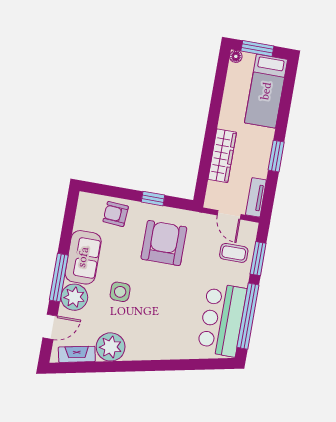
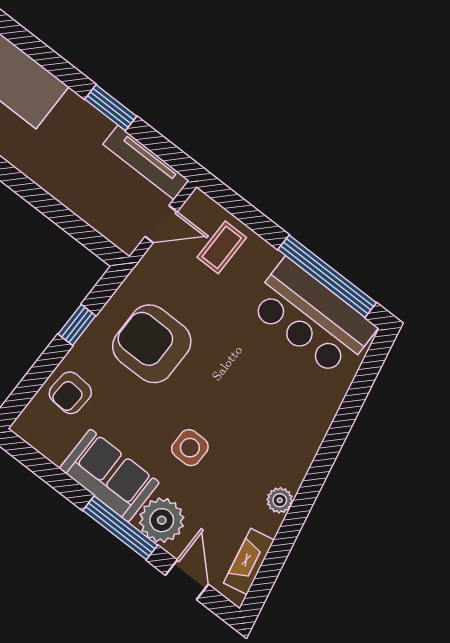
wardrobe: (222, 156) -> (68, 188), removed
tv unit: (256, 197) -> (146, 162), width x1.41
window: (258, 259) -> (249, 216), removed
plant: (111, 347) -> (280, 500), width x0.53, depth x0.53

